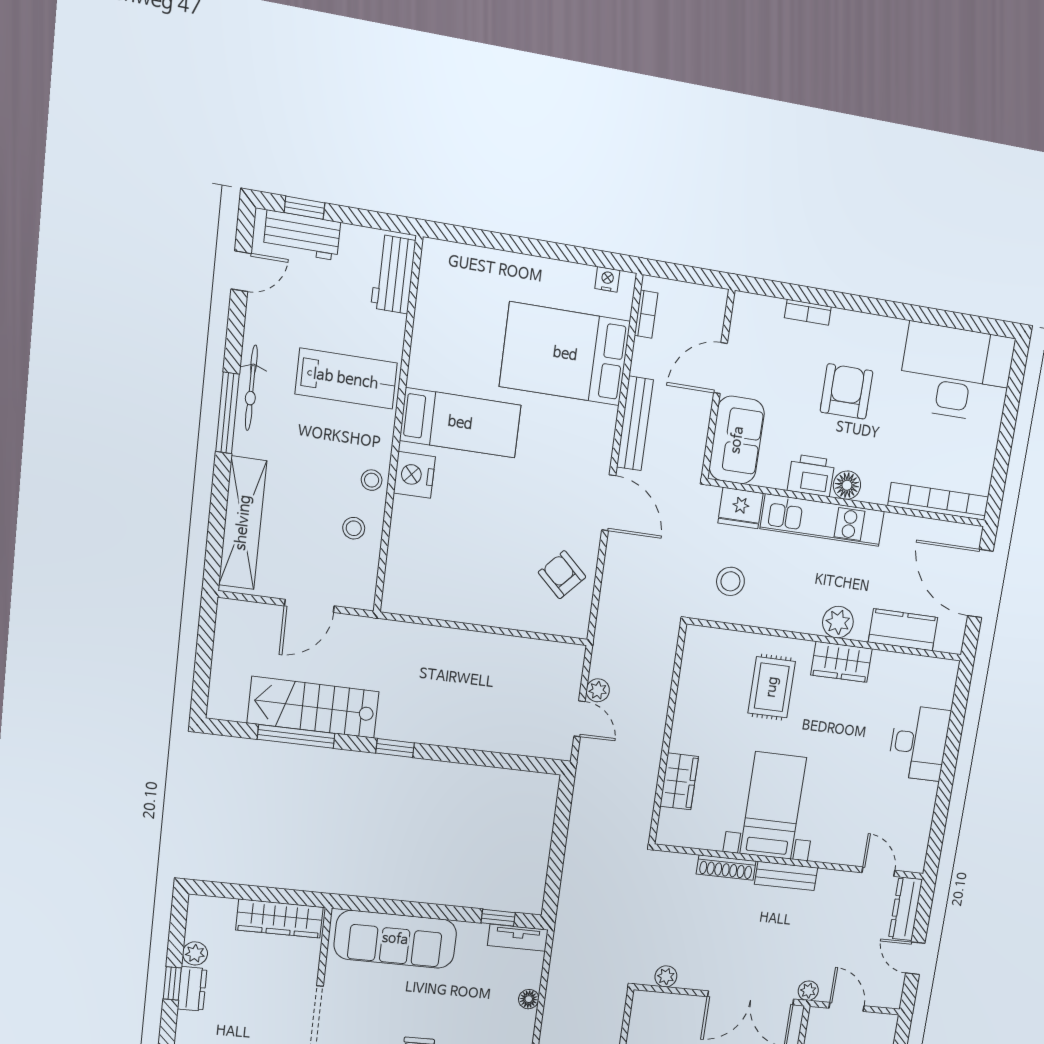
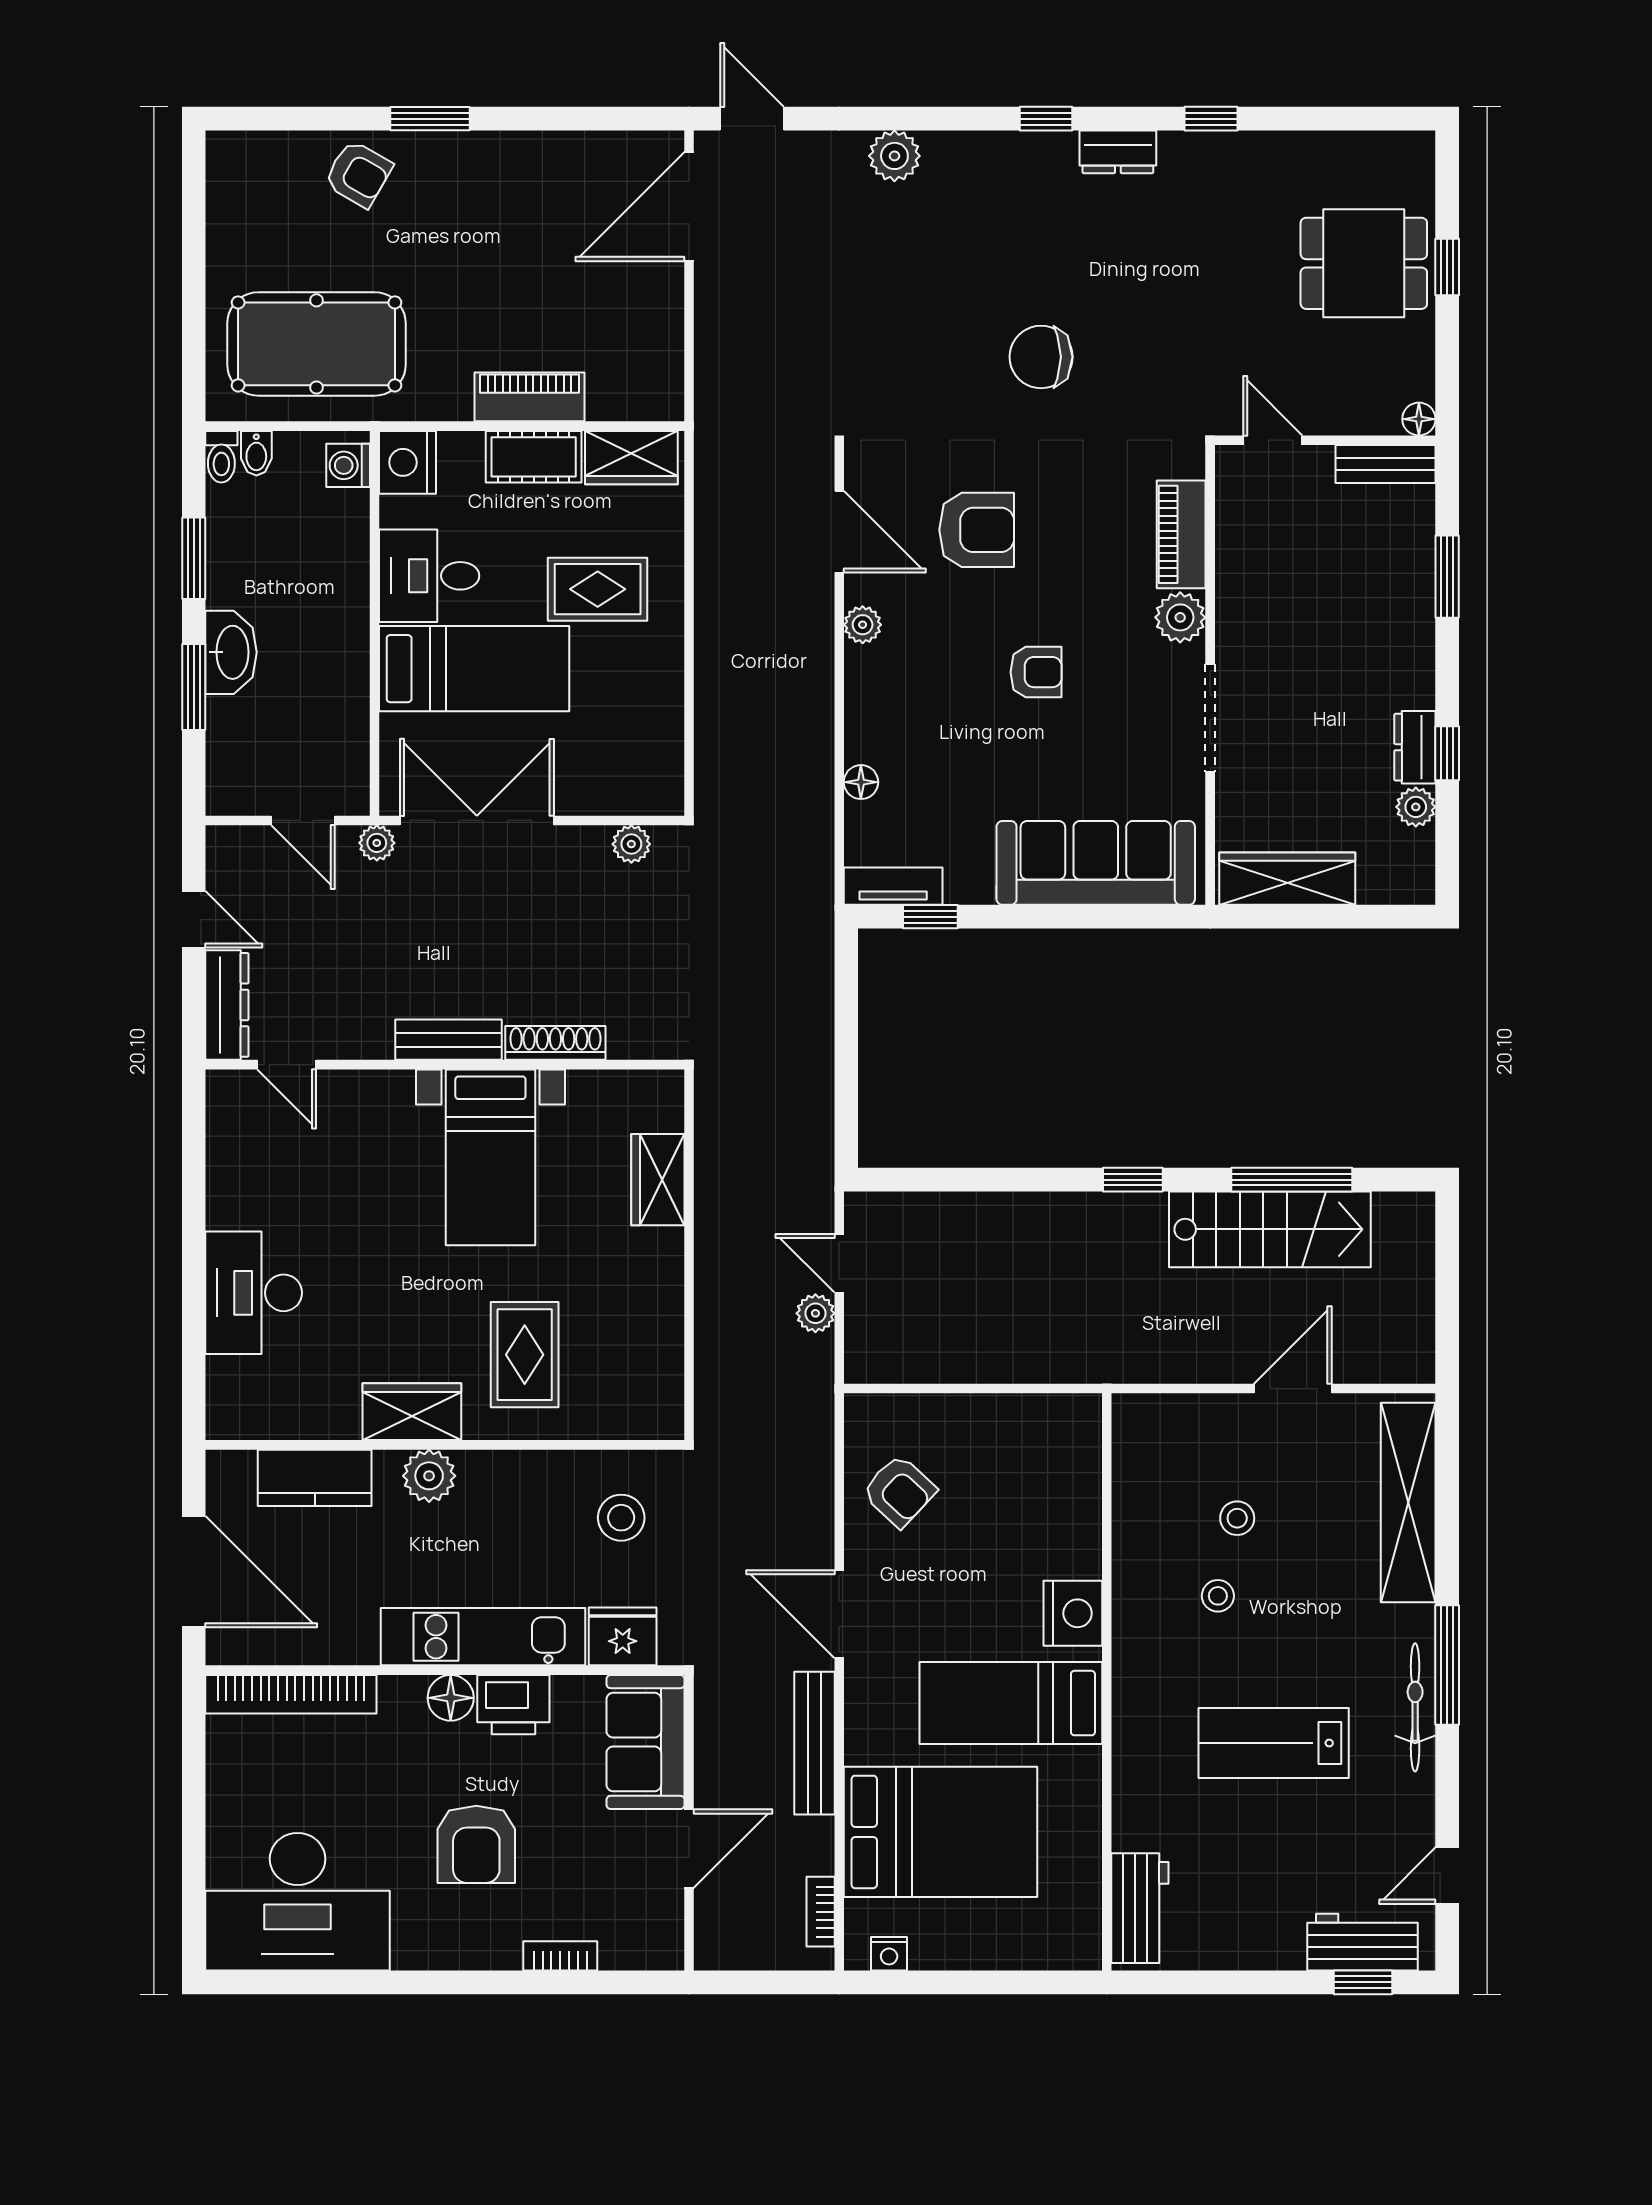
workbench: (393, 274) -> (1140, 1908), moved
bed: (460, 423) -> (1011, 1703), moved
wall: (398, 427) -> (1107, 1682), moved
nightstand: (414, 475) -> (1073, 1613), moved

